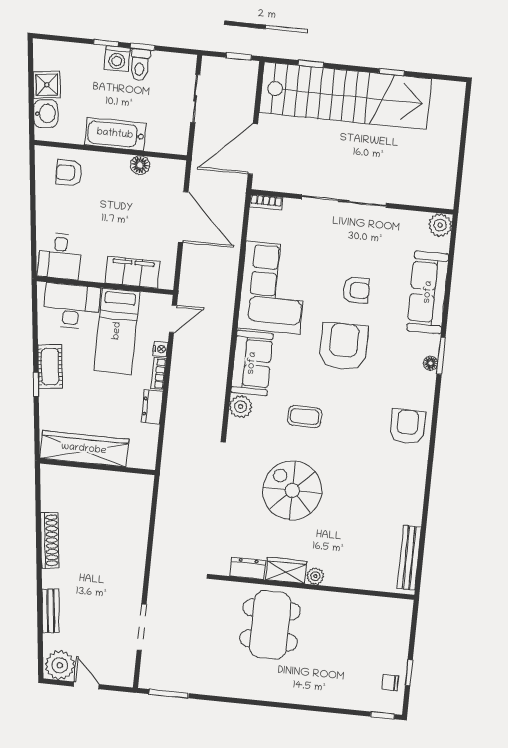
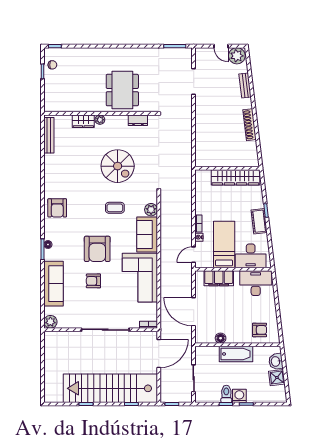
desk: (60, 256) -> (256, 283), width x1.37
dresser: (152, 407) -> (200, 205), removed
wardrobe: (286, 570) -> (83, 121), moved

